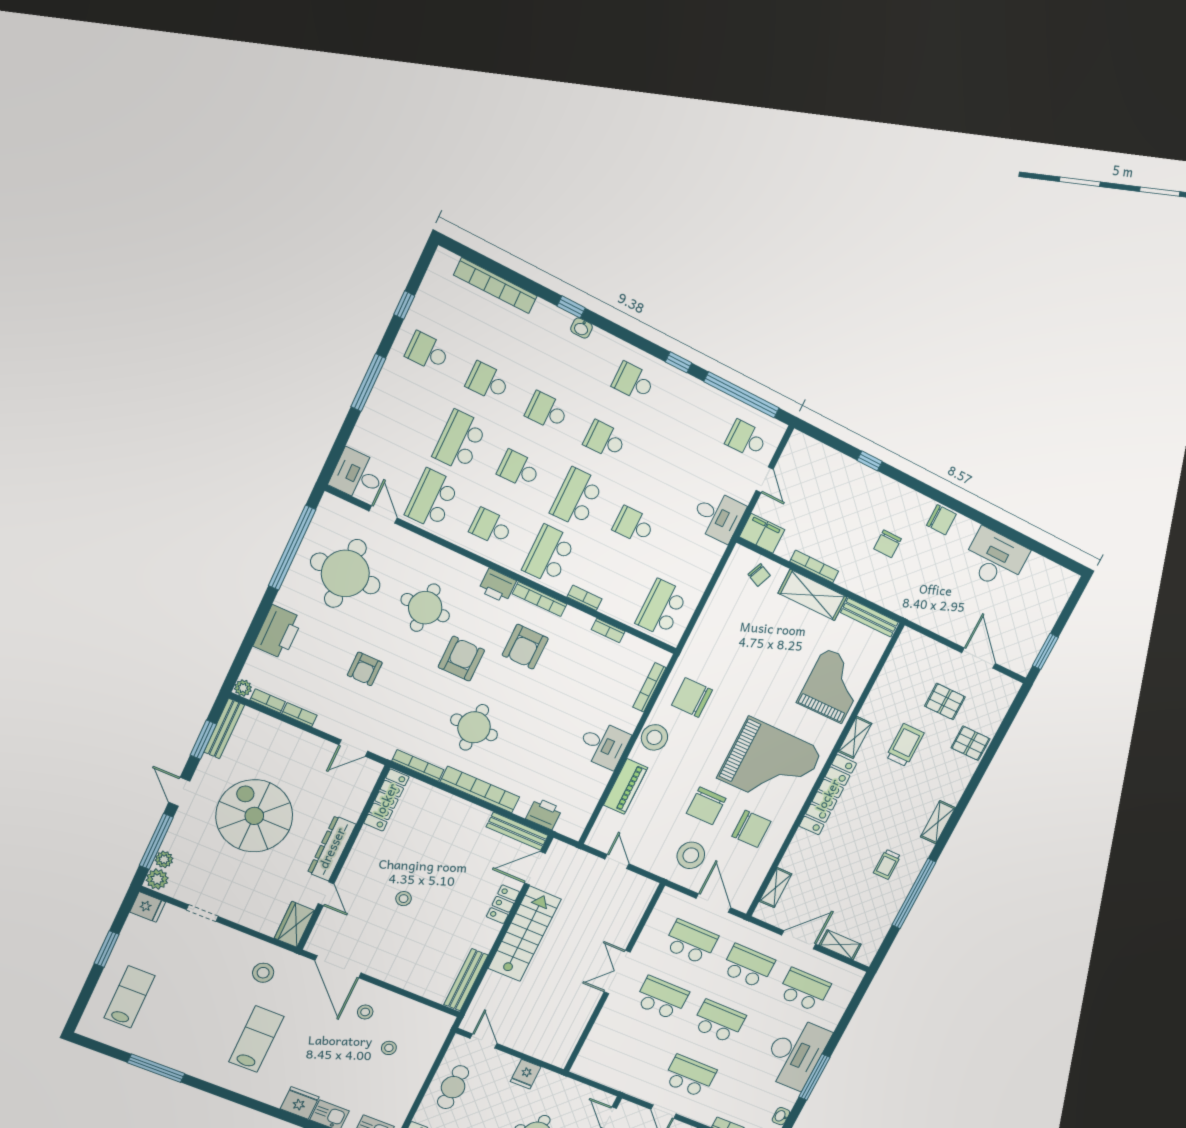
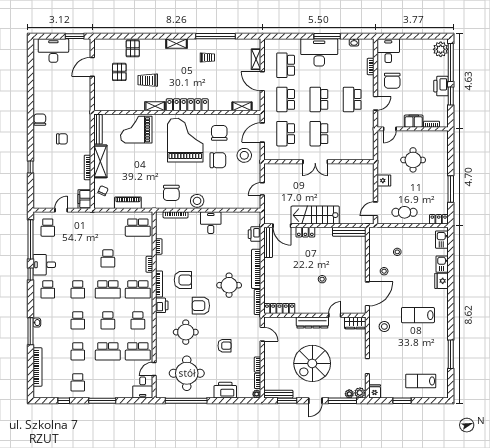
window: (571, 307) -> (30, 331), width x2.17
desk: (718, 516) -> (44, 265), moved, turned -90
desk: (995, 559) -> (53, 51), moved, turned 90
piano: (626, 786) -> (128, 203), moved

